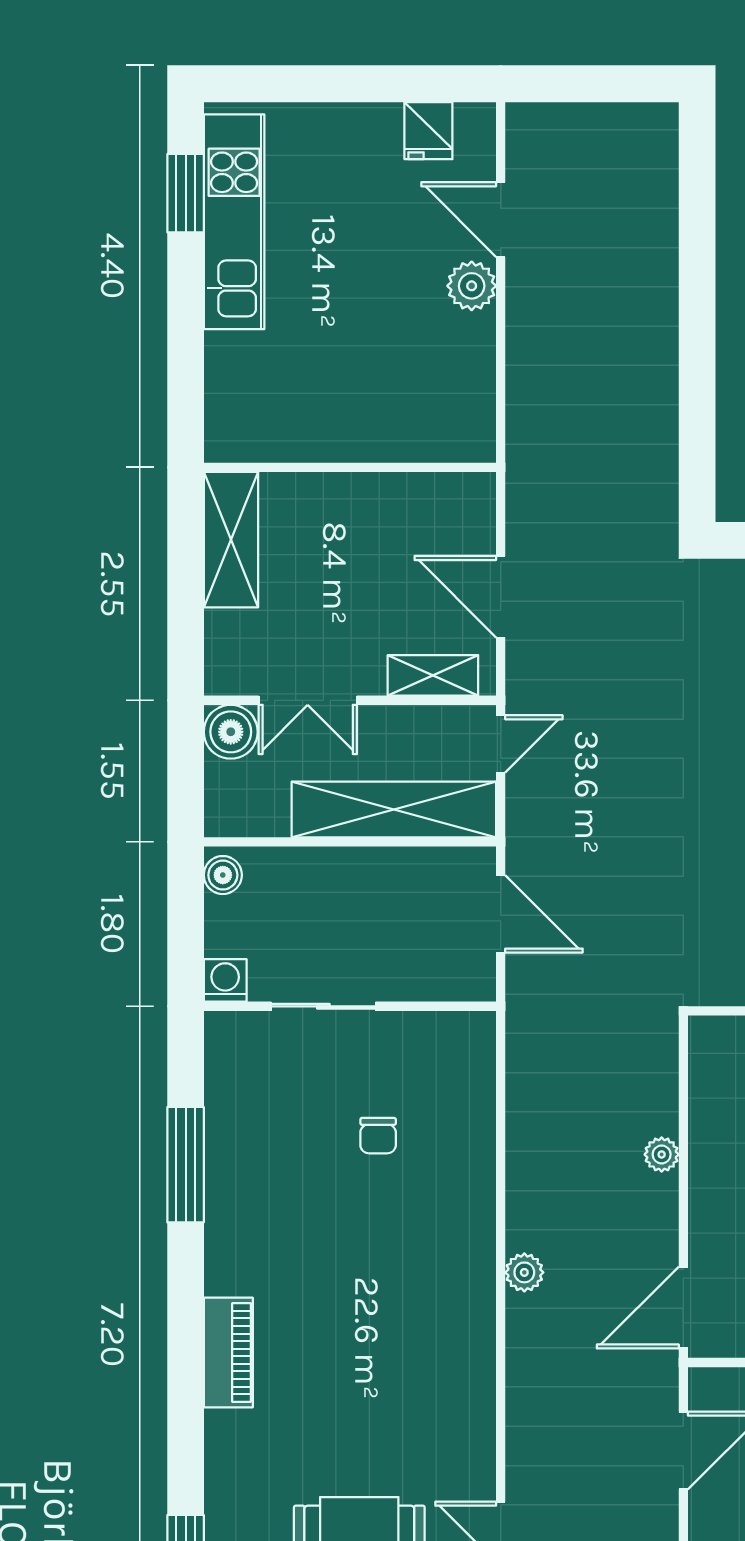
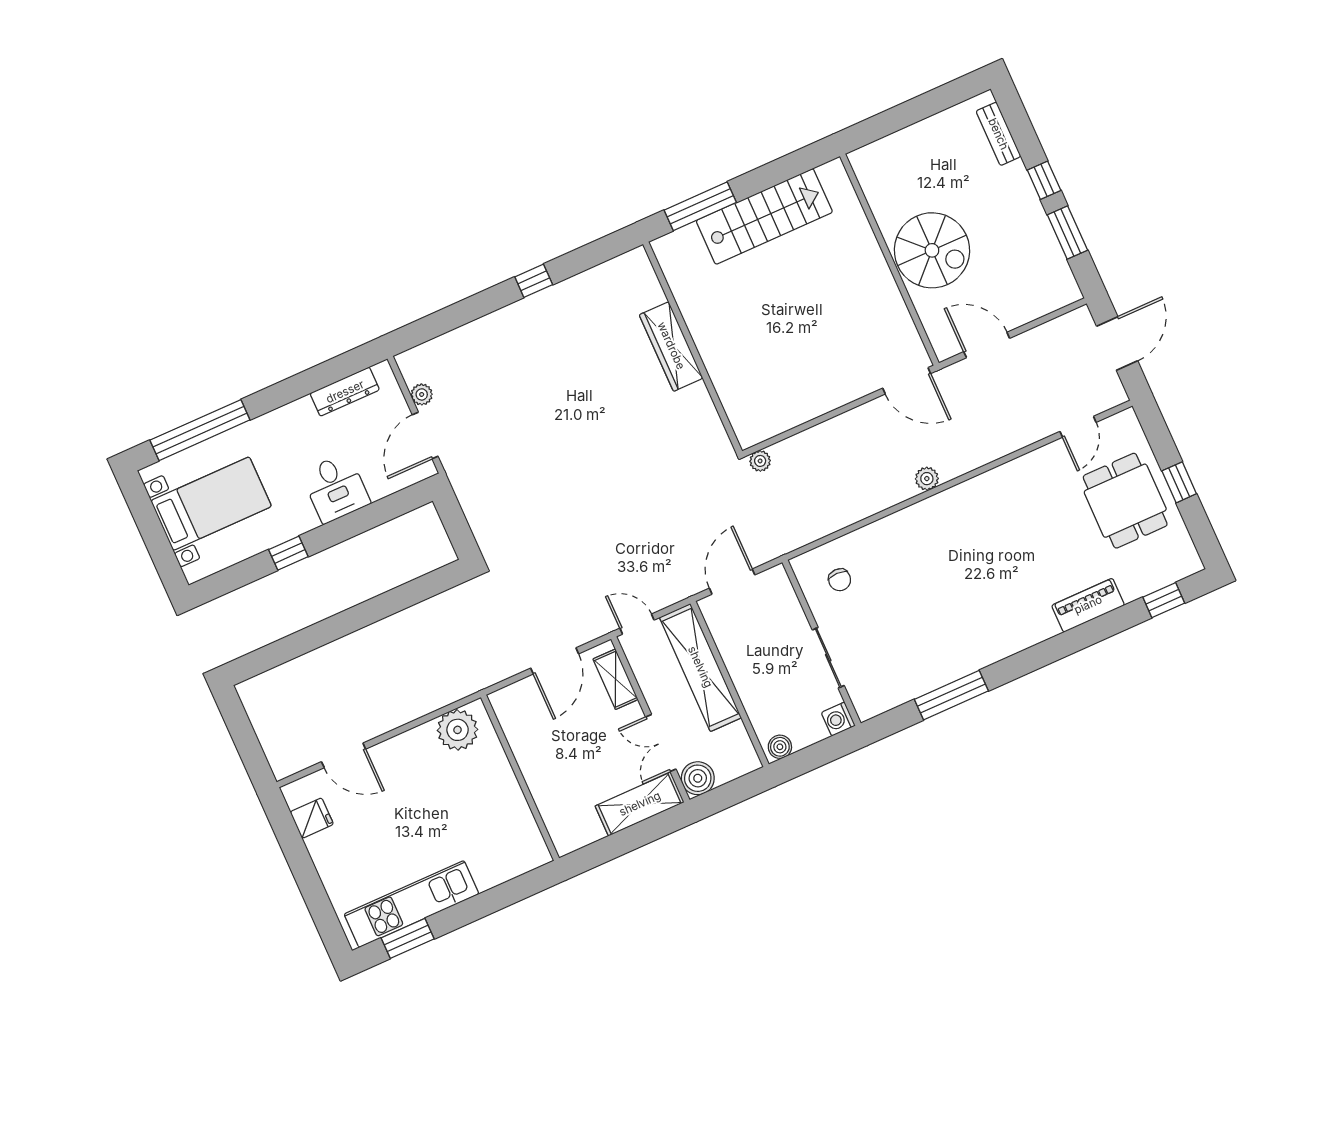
door: (501, 220) -> (344, 755), hinge flipped
plant: (472, 286) -> (458, 730), moved, width x1.36, depth x1.36
shelving: (231, 540) -> (640, 804), moved
double door: (308, 700) -> (661, 743), swing flipped
chair: (378, 1136) -> (840, 580), moved, turned 90
plant: (662, 1154) -> (760, 461), moved
piano: (228, 1353) -> (1088, 605), moved

